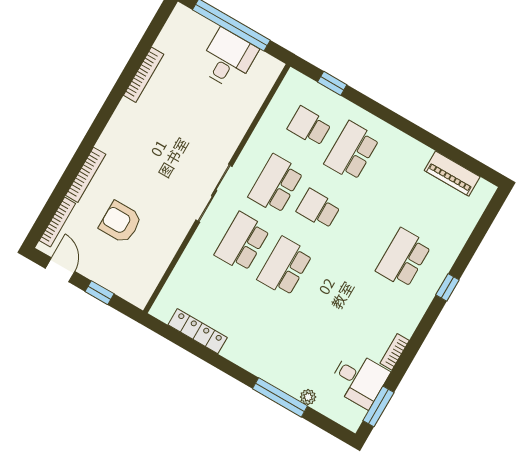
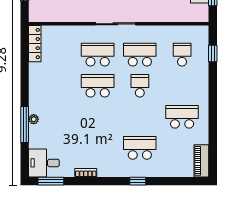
school desk: (352, 151) -> (182, 117), moved
piano: (452, 174) -> (201, 161), moved
locker: (198, 331) -> (35, 44), moved
desk: (359, 379) -> (44, 163), moved, turned 90
plant: (308, 397) -> (34, 119), moved

